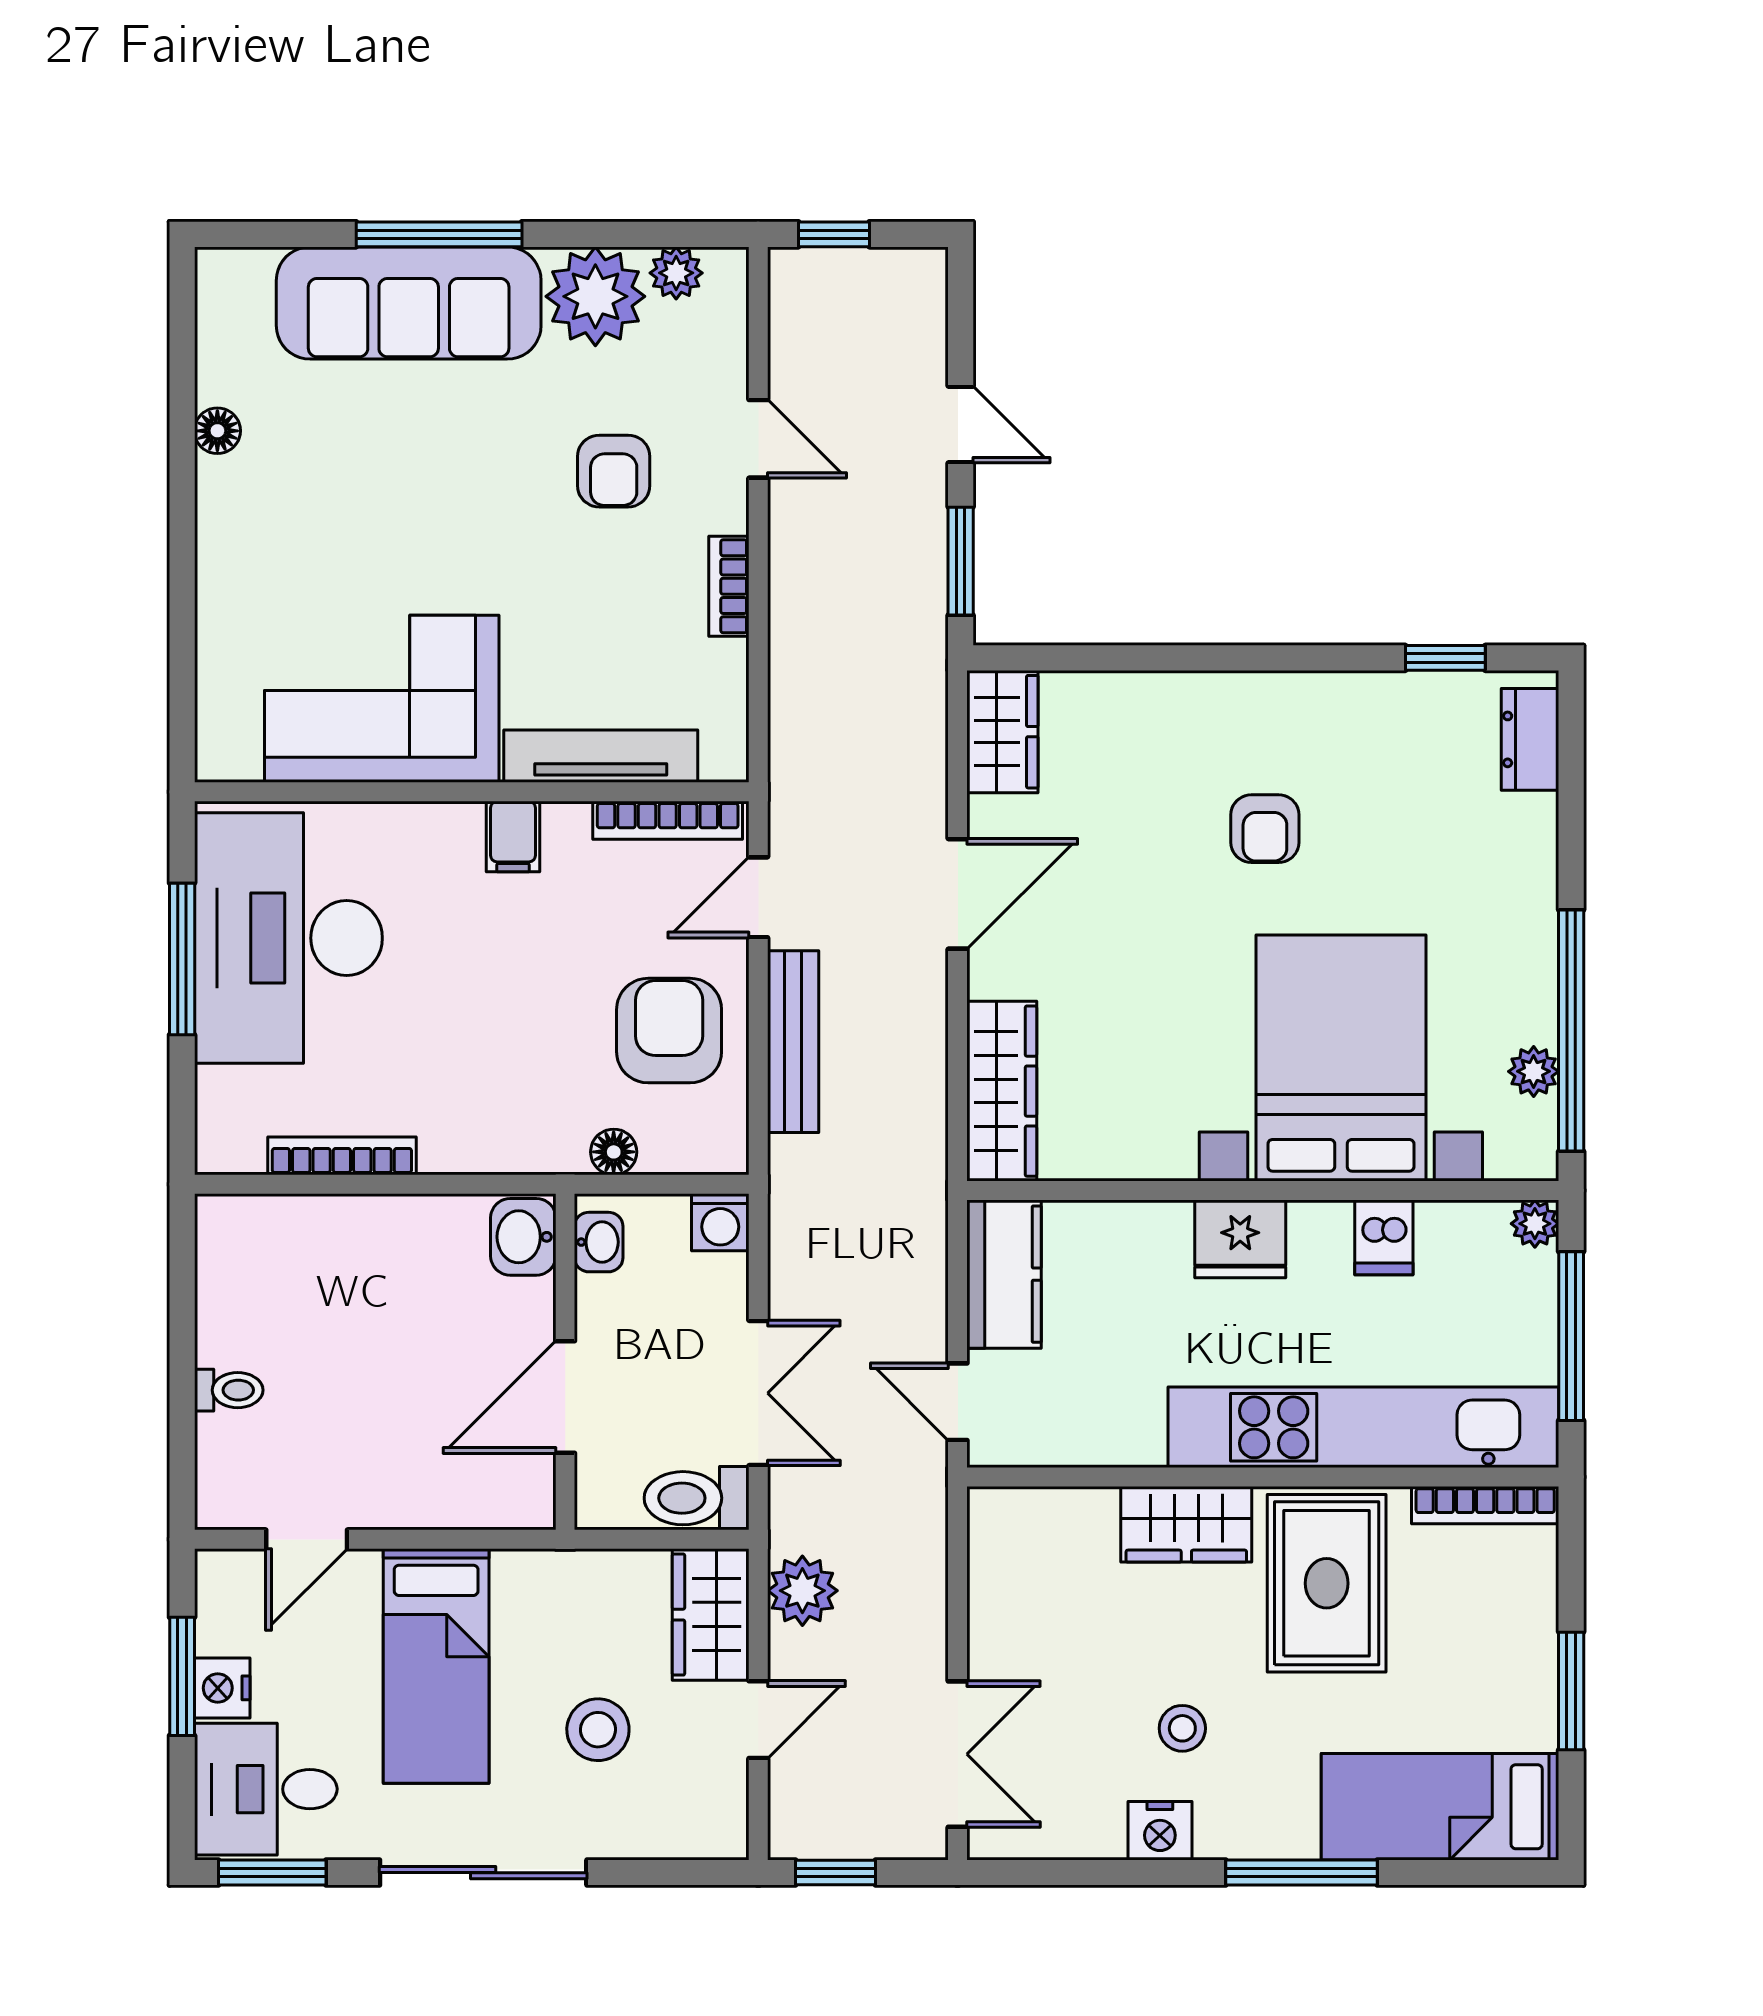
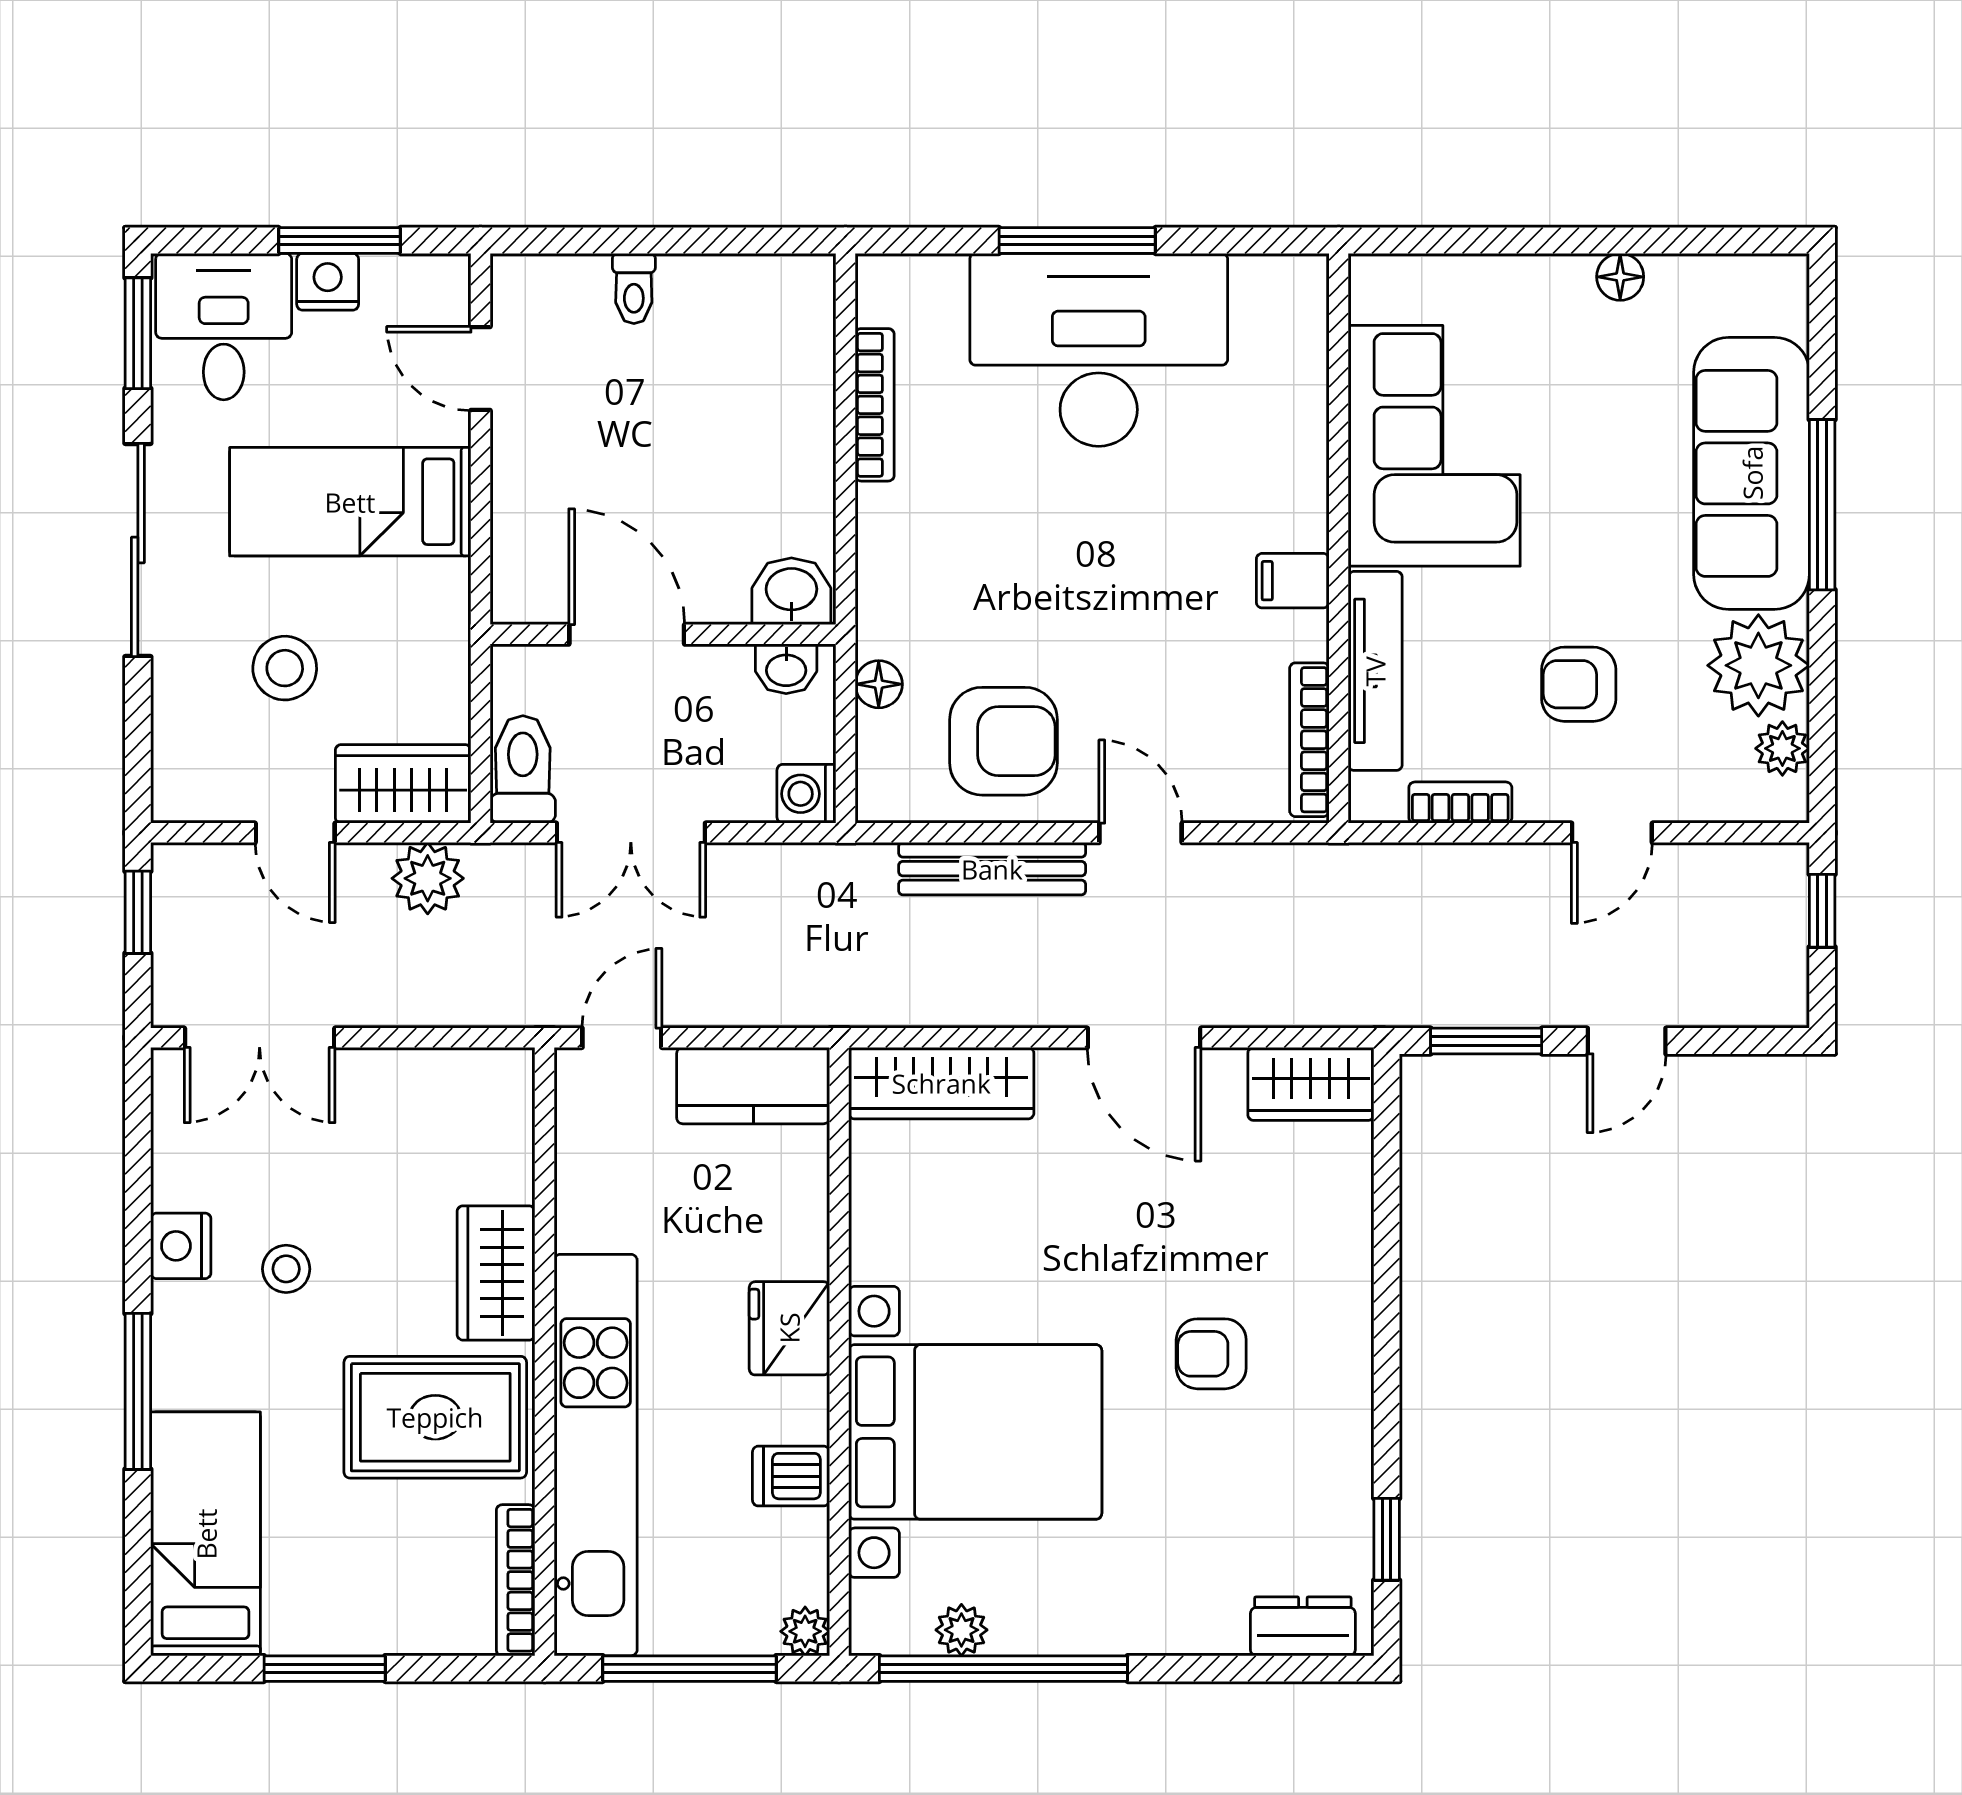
corner sofa: (382, 699) -> (1434, 446), moved
tv unit: (601, 756) -> (1375, 671), moved
wall: (472, 792) -> (1339, 538), moved
bookcase: (668, 820) -> (1309, 740), moved
filing cabinet: (513, 837) -> (1293, 581), moved

